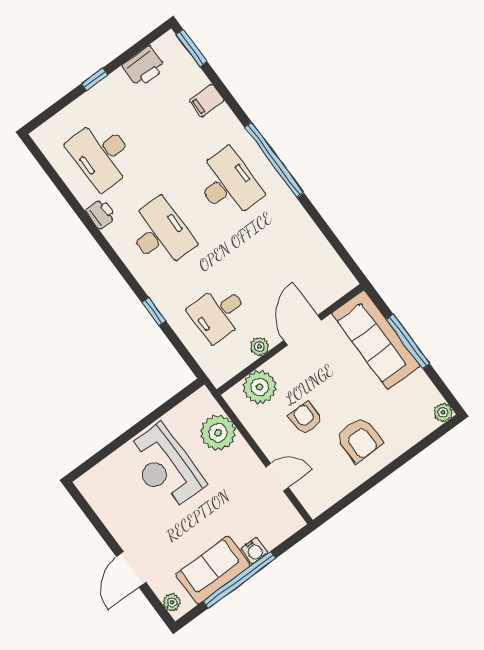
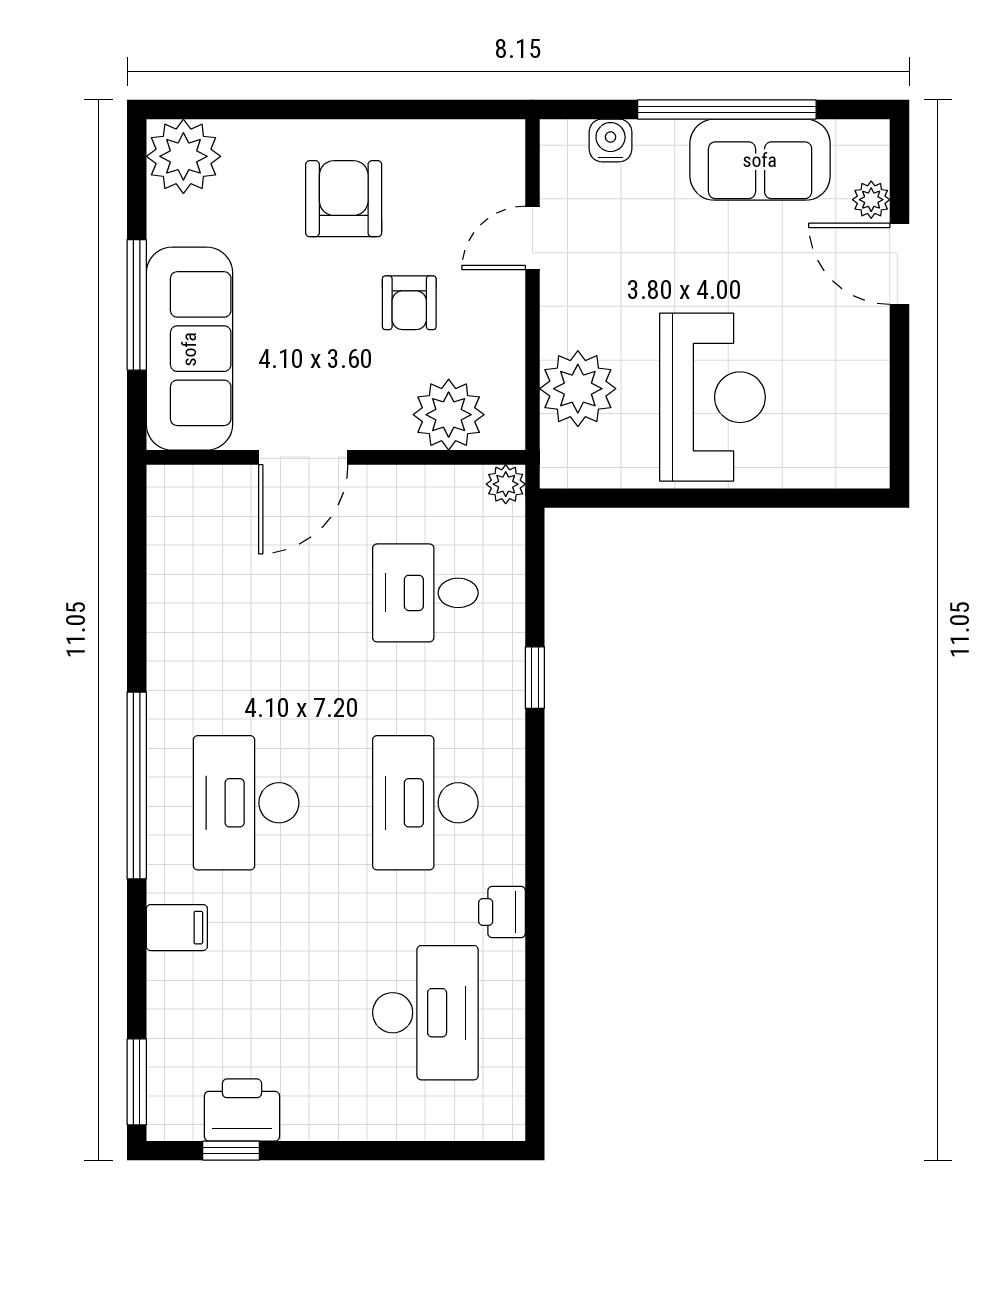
window: (95, 79) -> (231, 1151), moved
filing cabinet: (207, 100) -> (177, 928), moved
desk: (219, 313) -> (425, 593), turned 180
plant: (259, 347) -> (506, 484), moved
plant: (443, 412) -> (183, 156), width x1.88, depth x1.88
door: (277, 477) -> (532, 238), hinge flipped
water cooler: (254, 551) -> (611, 140), moved
door: (131, 569) -> (900, 264), swing flipped
plant: (172, 602) -> (871, 200), moved

